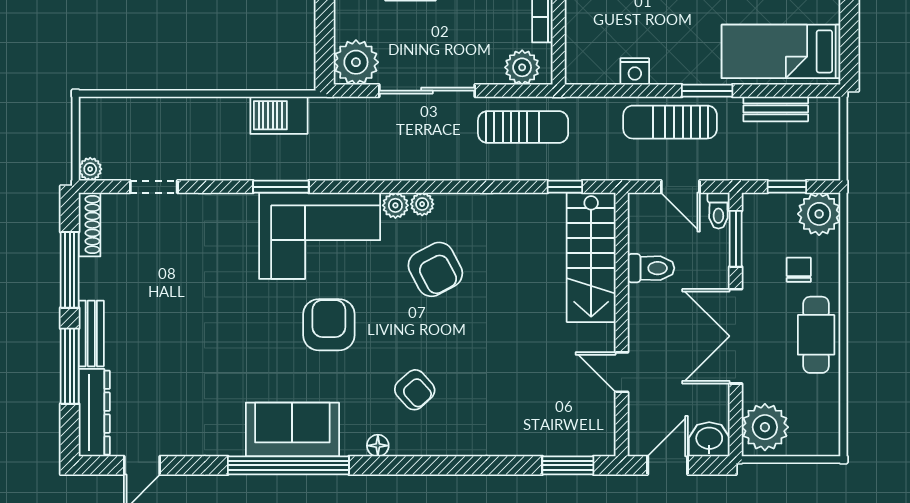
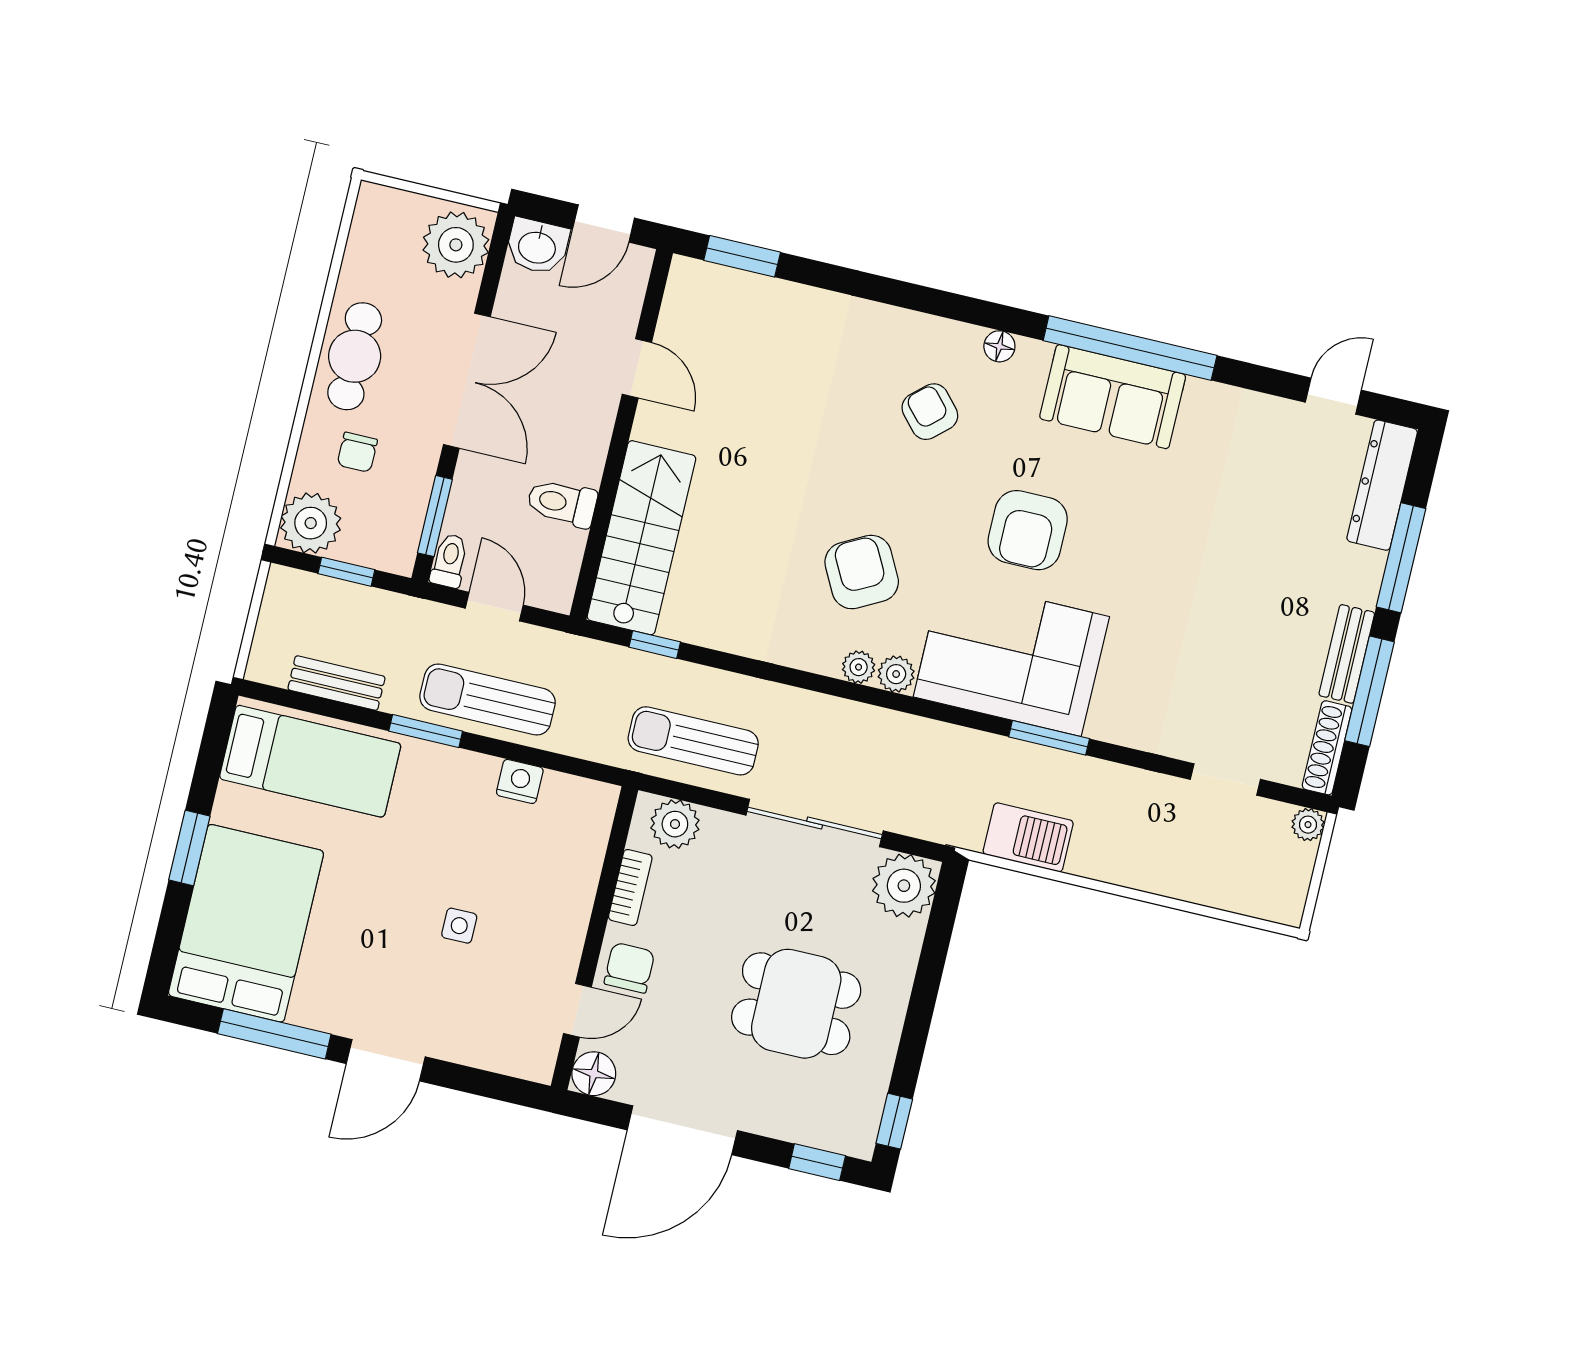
sun lounger: (670, 122) -> (488, 700), turned 180
bench: (91, 333) -> (1347, 654), moved

